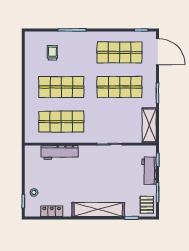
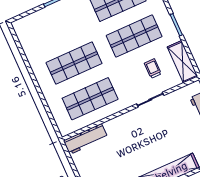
trolley: (52, 53) -> (153, 68), moved
workbench: (60, 152) -> (86, 139), moved

